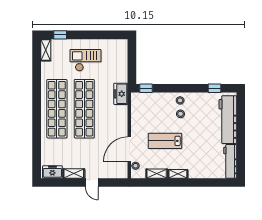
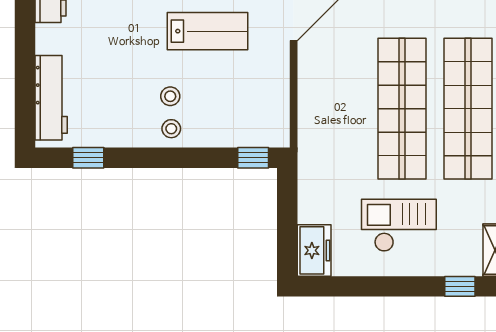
checkout: (86, 60) -> (399, 225), turned 180
freezer: (121, 94) -> (314, 250), moved
workbench: (228, 120) -> (51, 98), width x0.73, depth x0.76

